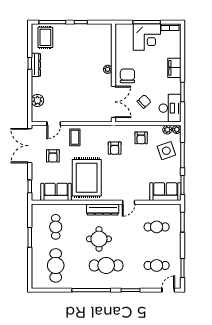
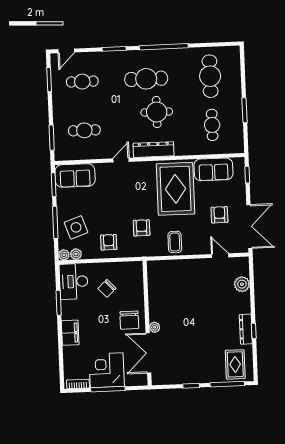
double door: (113, 102) -> (148, 353), moved
door: (54, 124) -> (220, 256), hinge flipped
coffee table: (75, 137) -> (175, 242), moved

